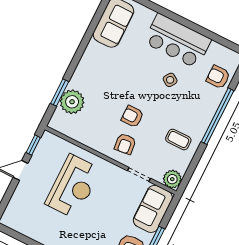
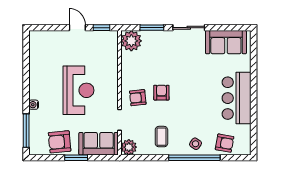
sliding door: (79, 54) -> (189, 28), added
armchair: (218, 77) -> (225, 143), turned 100
side table: (170, 80) -> (196, 144), moved
plant: (72, 102) -> (131, 41), moved
reception desk: (73, 186) -> (78, 90), moved, turned -90

